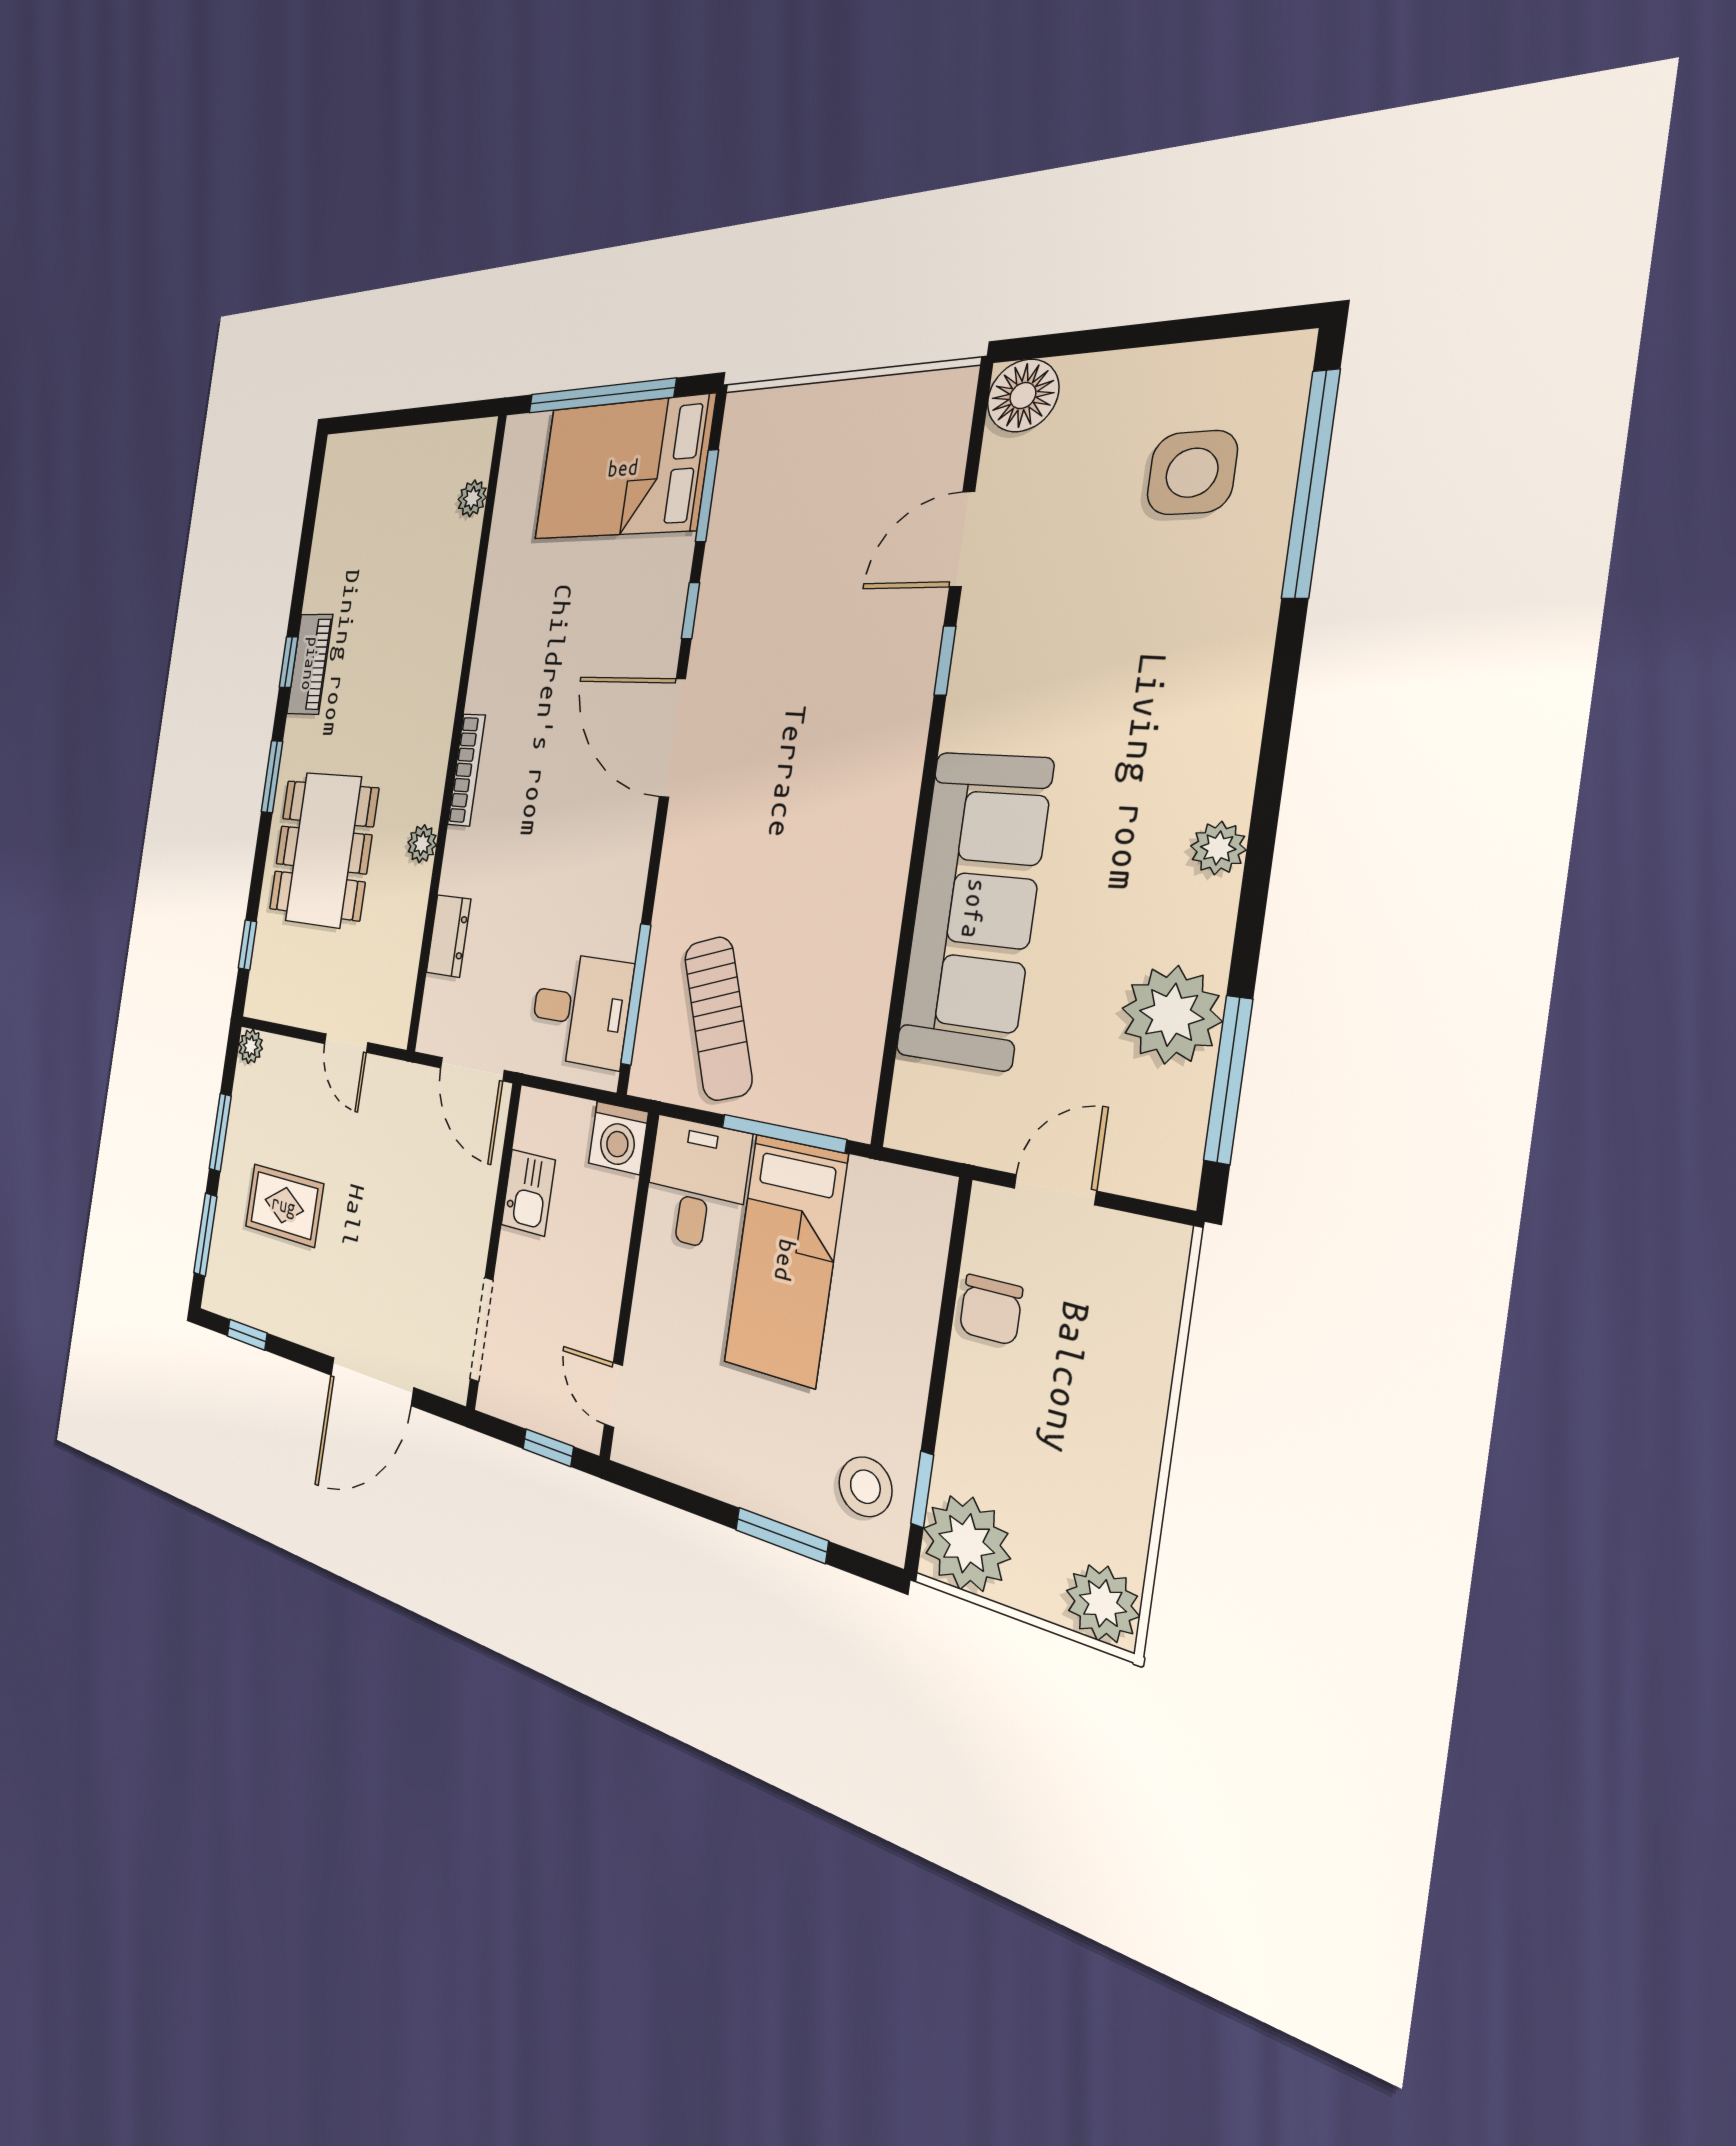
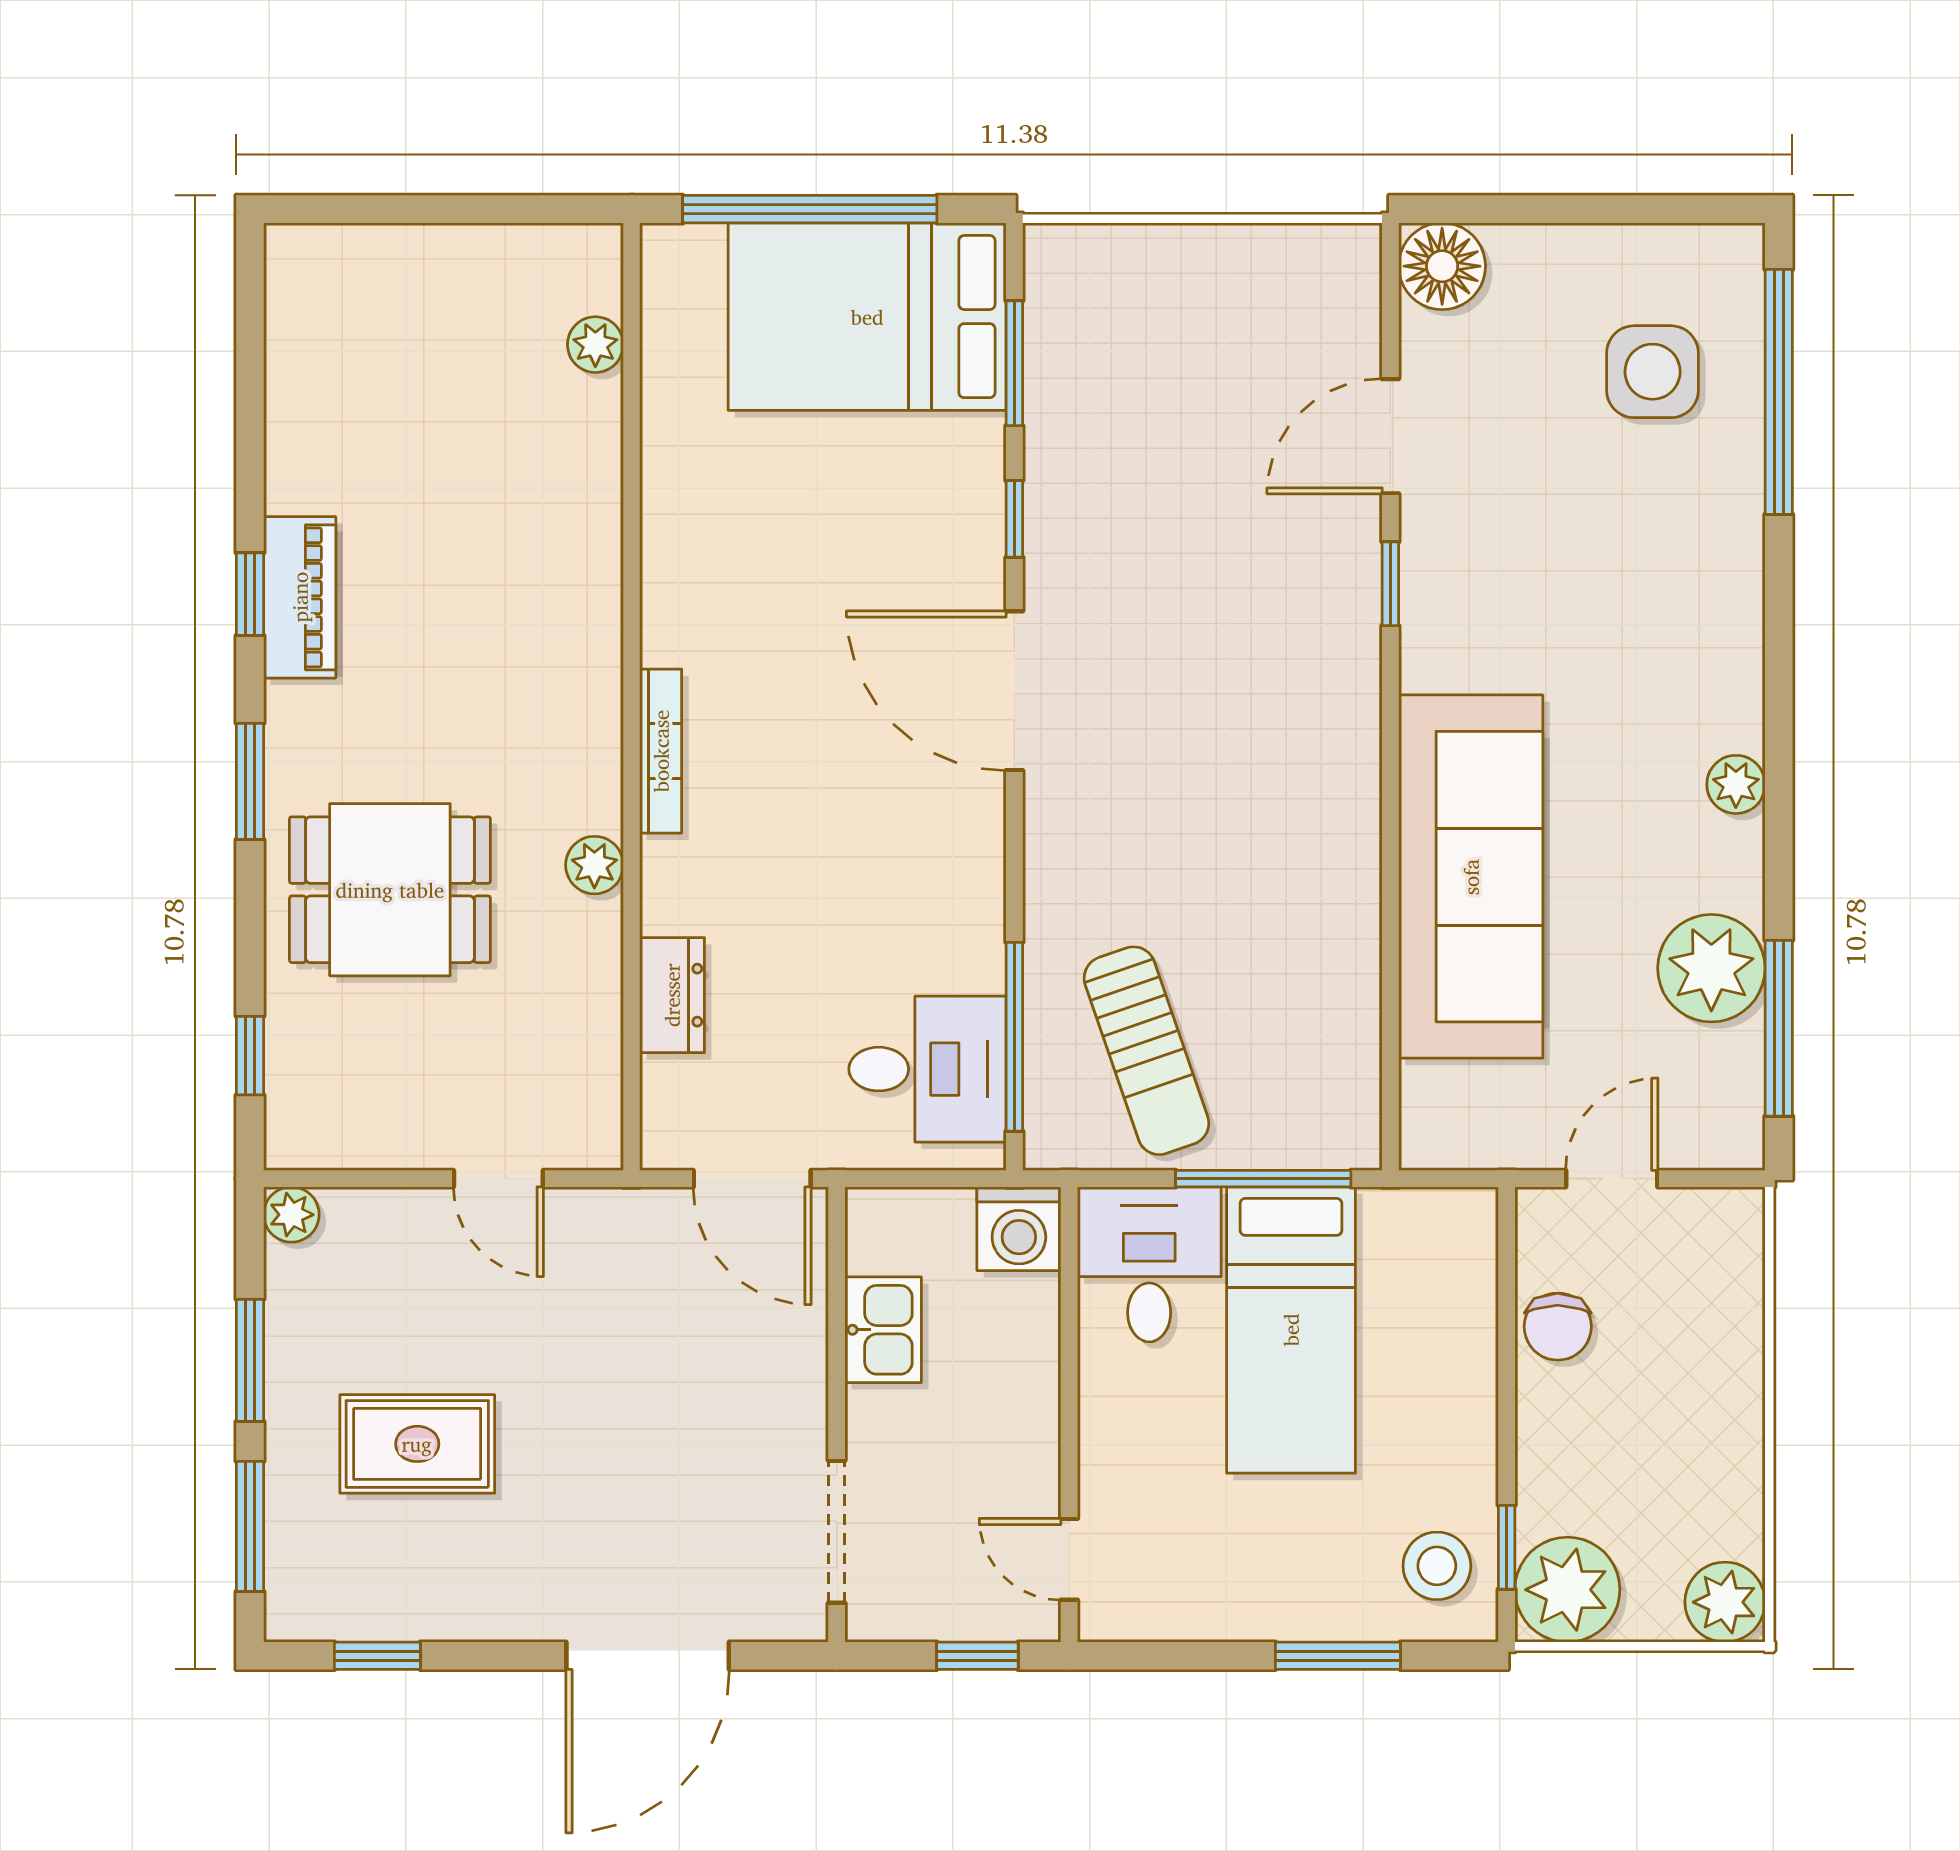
dining table: (323, 850) -> (390, 890), width x0.73

